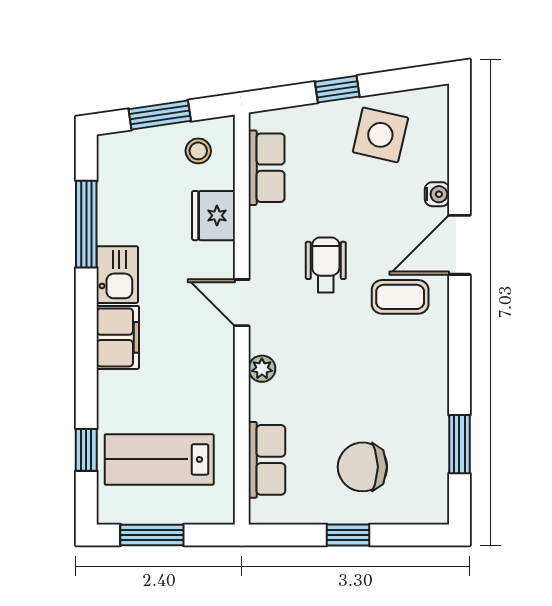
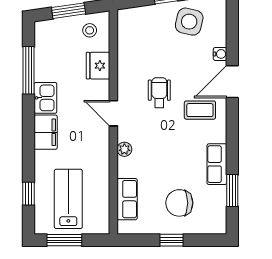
row of seats: (267, 168) -> (217, 164), moved, turned 180
lab bench: (159, 459) -> (68, 199), turned 90

